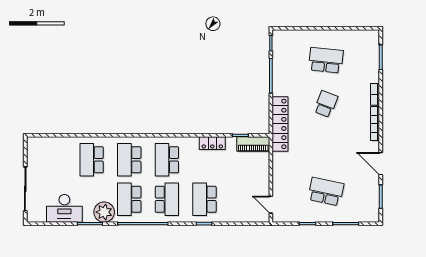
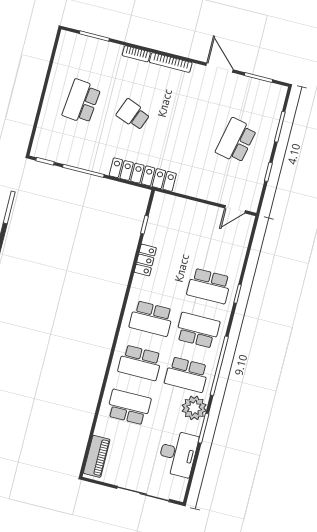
piano: (253, 144) -> (97, 456), moved
school desk: (92, 160) -> (129, 407), turned 180
door: (381, 164) -> (220, 68), swing flipped

